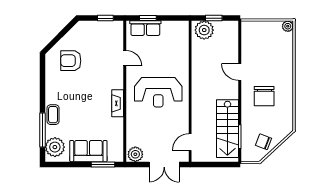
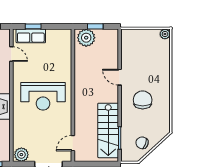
door: (125, 58) -> (11, 54), moved
chair: (264, 96) -> (143, 100), turned 180

